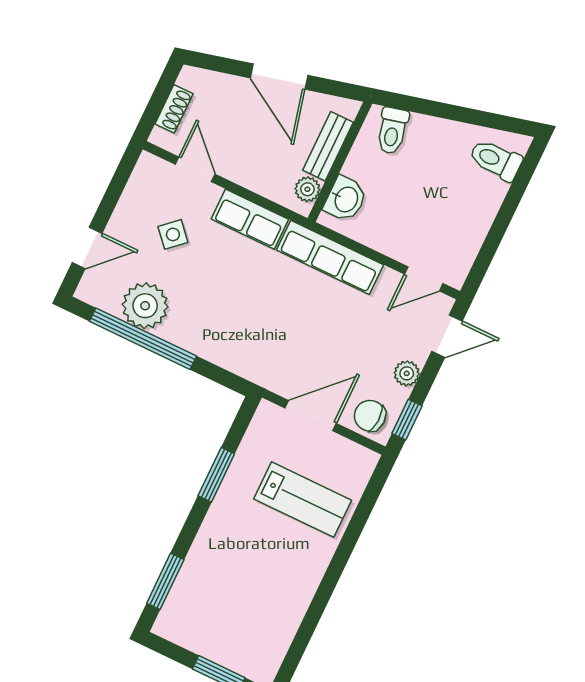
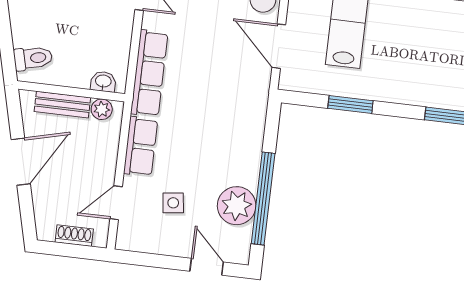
washbasin: (346, 199) -> (103, 82), width x0.72, depth x0.69
side table: (173, 234) -> (173, 203), turned 35

